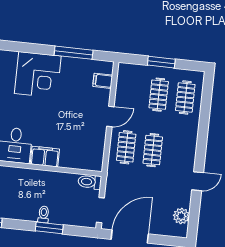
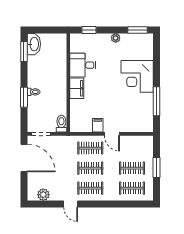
filing cabinet: (103, 81) -> (98, 125), moved
clothes rail: (179, 153) -> (90, 188), added

